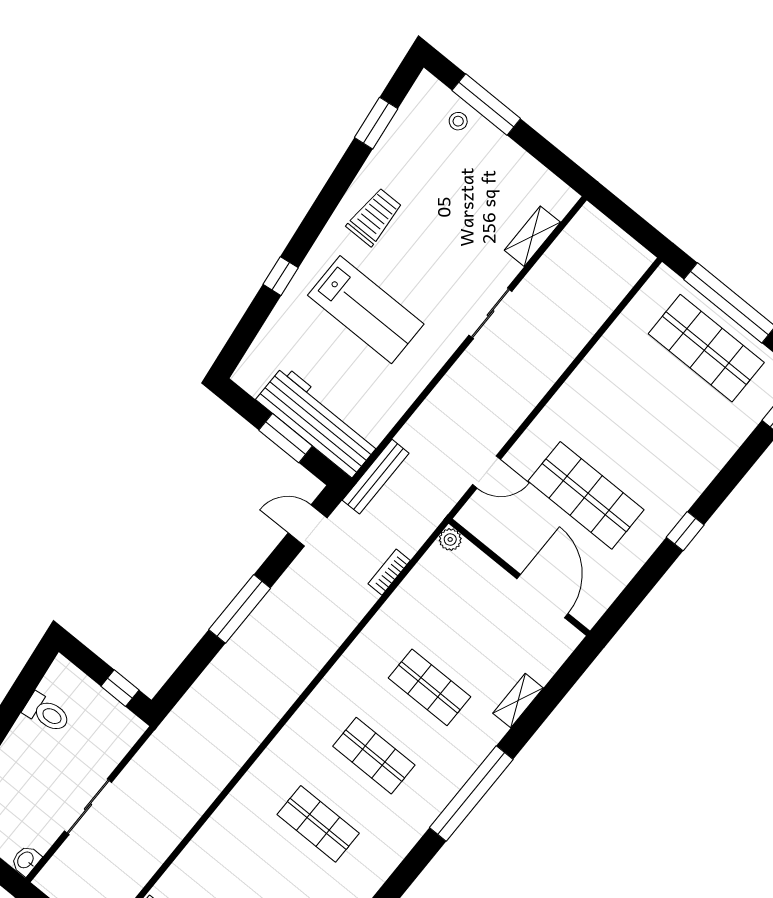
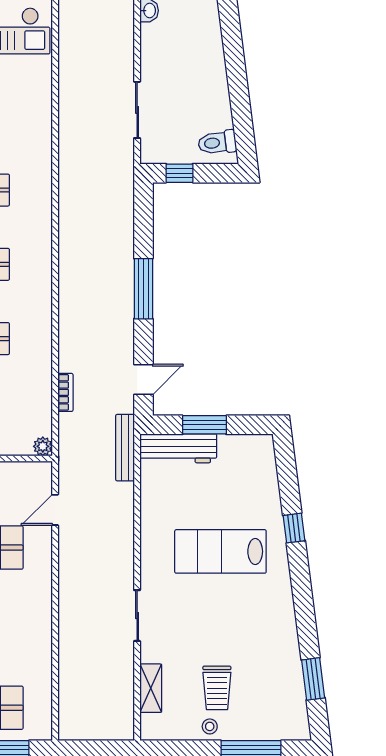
stool: (458, 121) -> (210, 726), moved
trolley: (374, 217) -> (217, 688), moved
workbench: (318, 421) -> (178, 448), width x0.73, depth x0.76
toilet: (47, 713) -> (217, 143), moved
sliding door: (88, 807) -> (137, 110), moved

